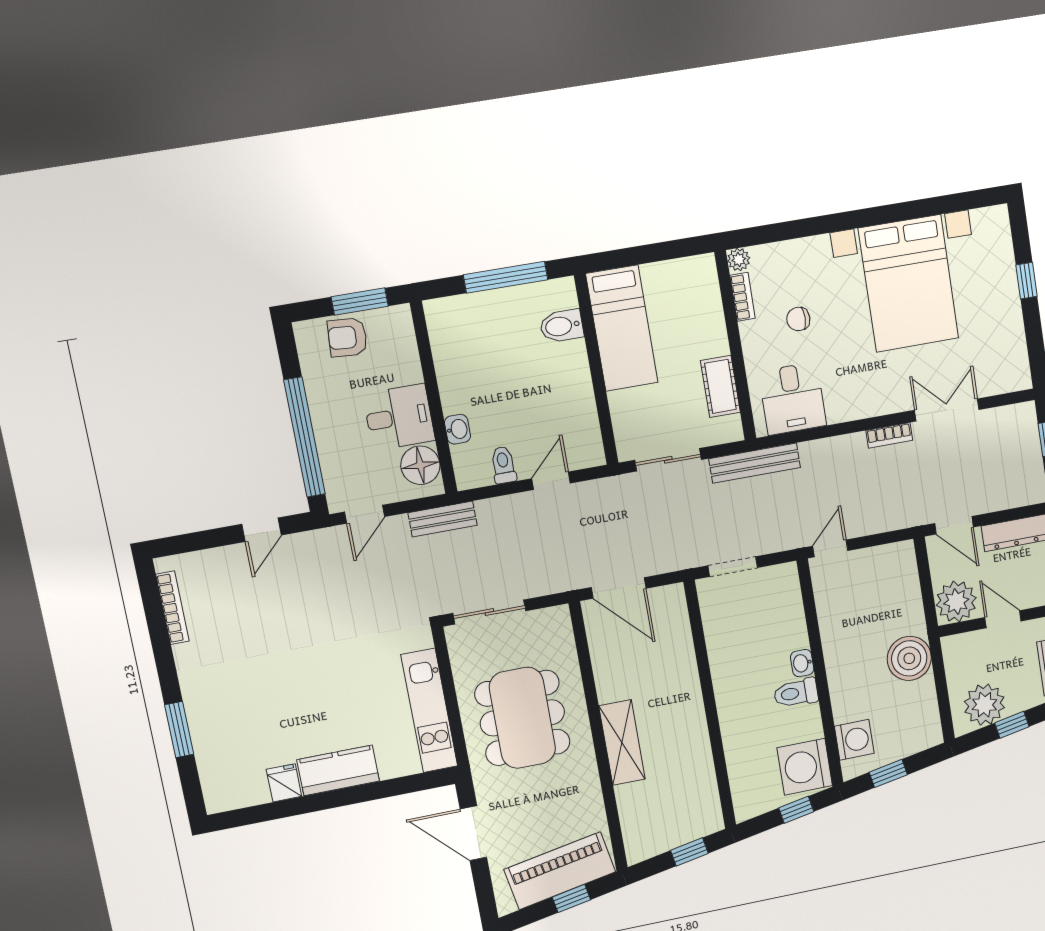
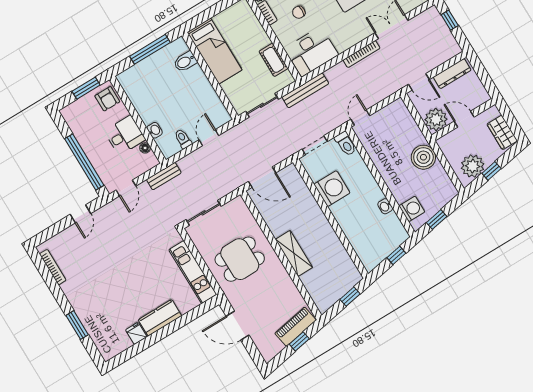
armchair: (347, 337) -> (107, 99), moved, turned -94
desk: (792, 399) -> (311, 52), width x1.37
bookcase: (889, 435) -> (362, 54), width x1.56
floor lamp: (420, 465) -> (145, 148), width x0.53, depth x0.53
washbasin: (802, 663) -> (385, 206), moved
toilet: (796, 693) -> (346, 144), moved, turned -90
dining table: (522, 718) -> (240, 259), width x0.73
washing machine: (805, 767) -> (332, 189), moved, turned 180
piano: (560, 871) -> (295, 327), width x0.73, depth x0.75

